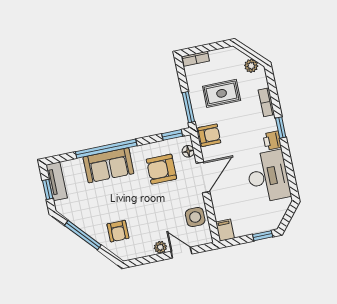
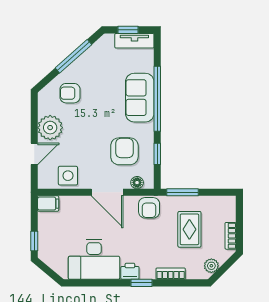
bookcase: (196, 59) -> (231, 236), moved
window: (172, 135) -> (157, 154), moved
plant: (160, 247) -> (50, 128), width x1.88, depth x1.88

